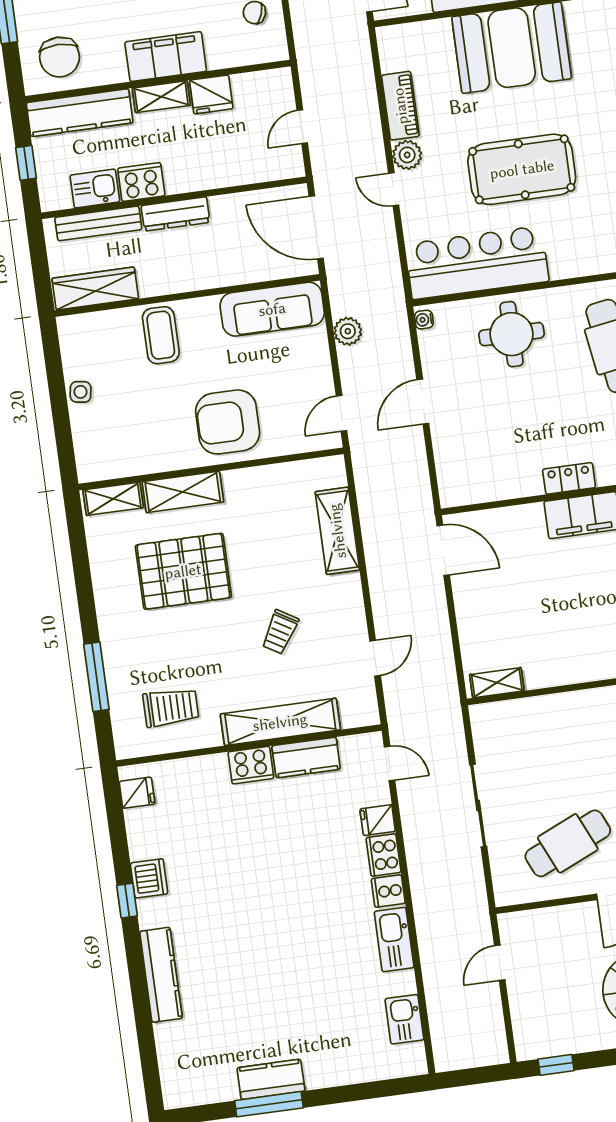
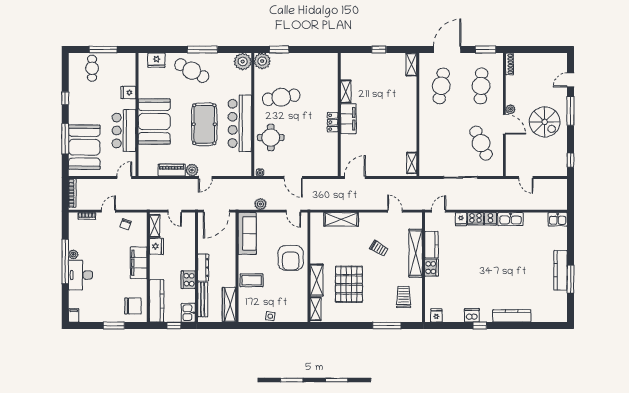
shelving: (161, 97) -> (155, 226), moved
kitchen sink: (95, 189) -> (188, 313), moved
bar counter: (477, 263) -> (240, 123), moved
kitchen sink: (404, 1019) -> (558, 219), moved
kitchen counter: (271, 1079) -> (560, 270), width x1.50

